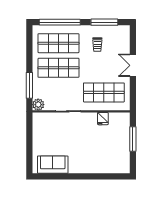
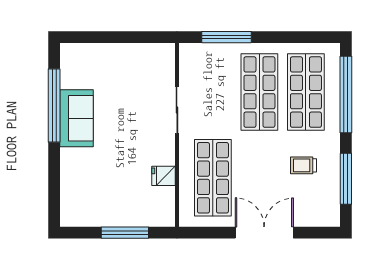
double door: (133, 65) -> (264, 233), width x1.37
plant: (38, 105) -> (190, 54), removed
sofa: (53, 165) -> (77, 118), moved
window: (66, 176) -> (54, 106), added

